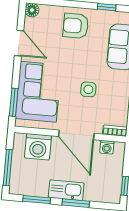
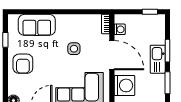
door: (76, 135) -> (112, 55), hinge flipped

